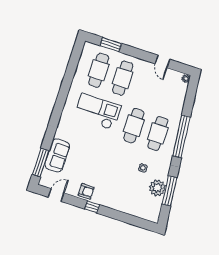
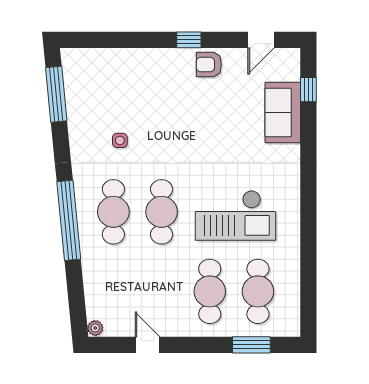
window: (41, 163) -> (308, 90), width x0.46
plant: (157, 188) -> (82, 113), removed
window: (169, 191) -> (56, 94), moved

